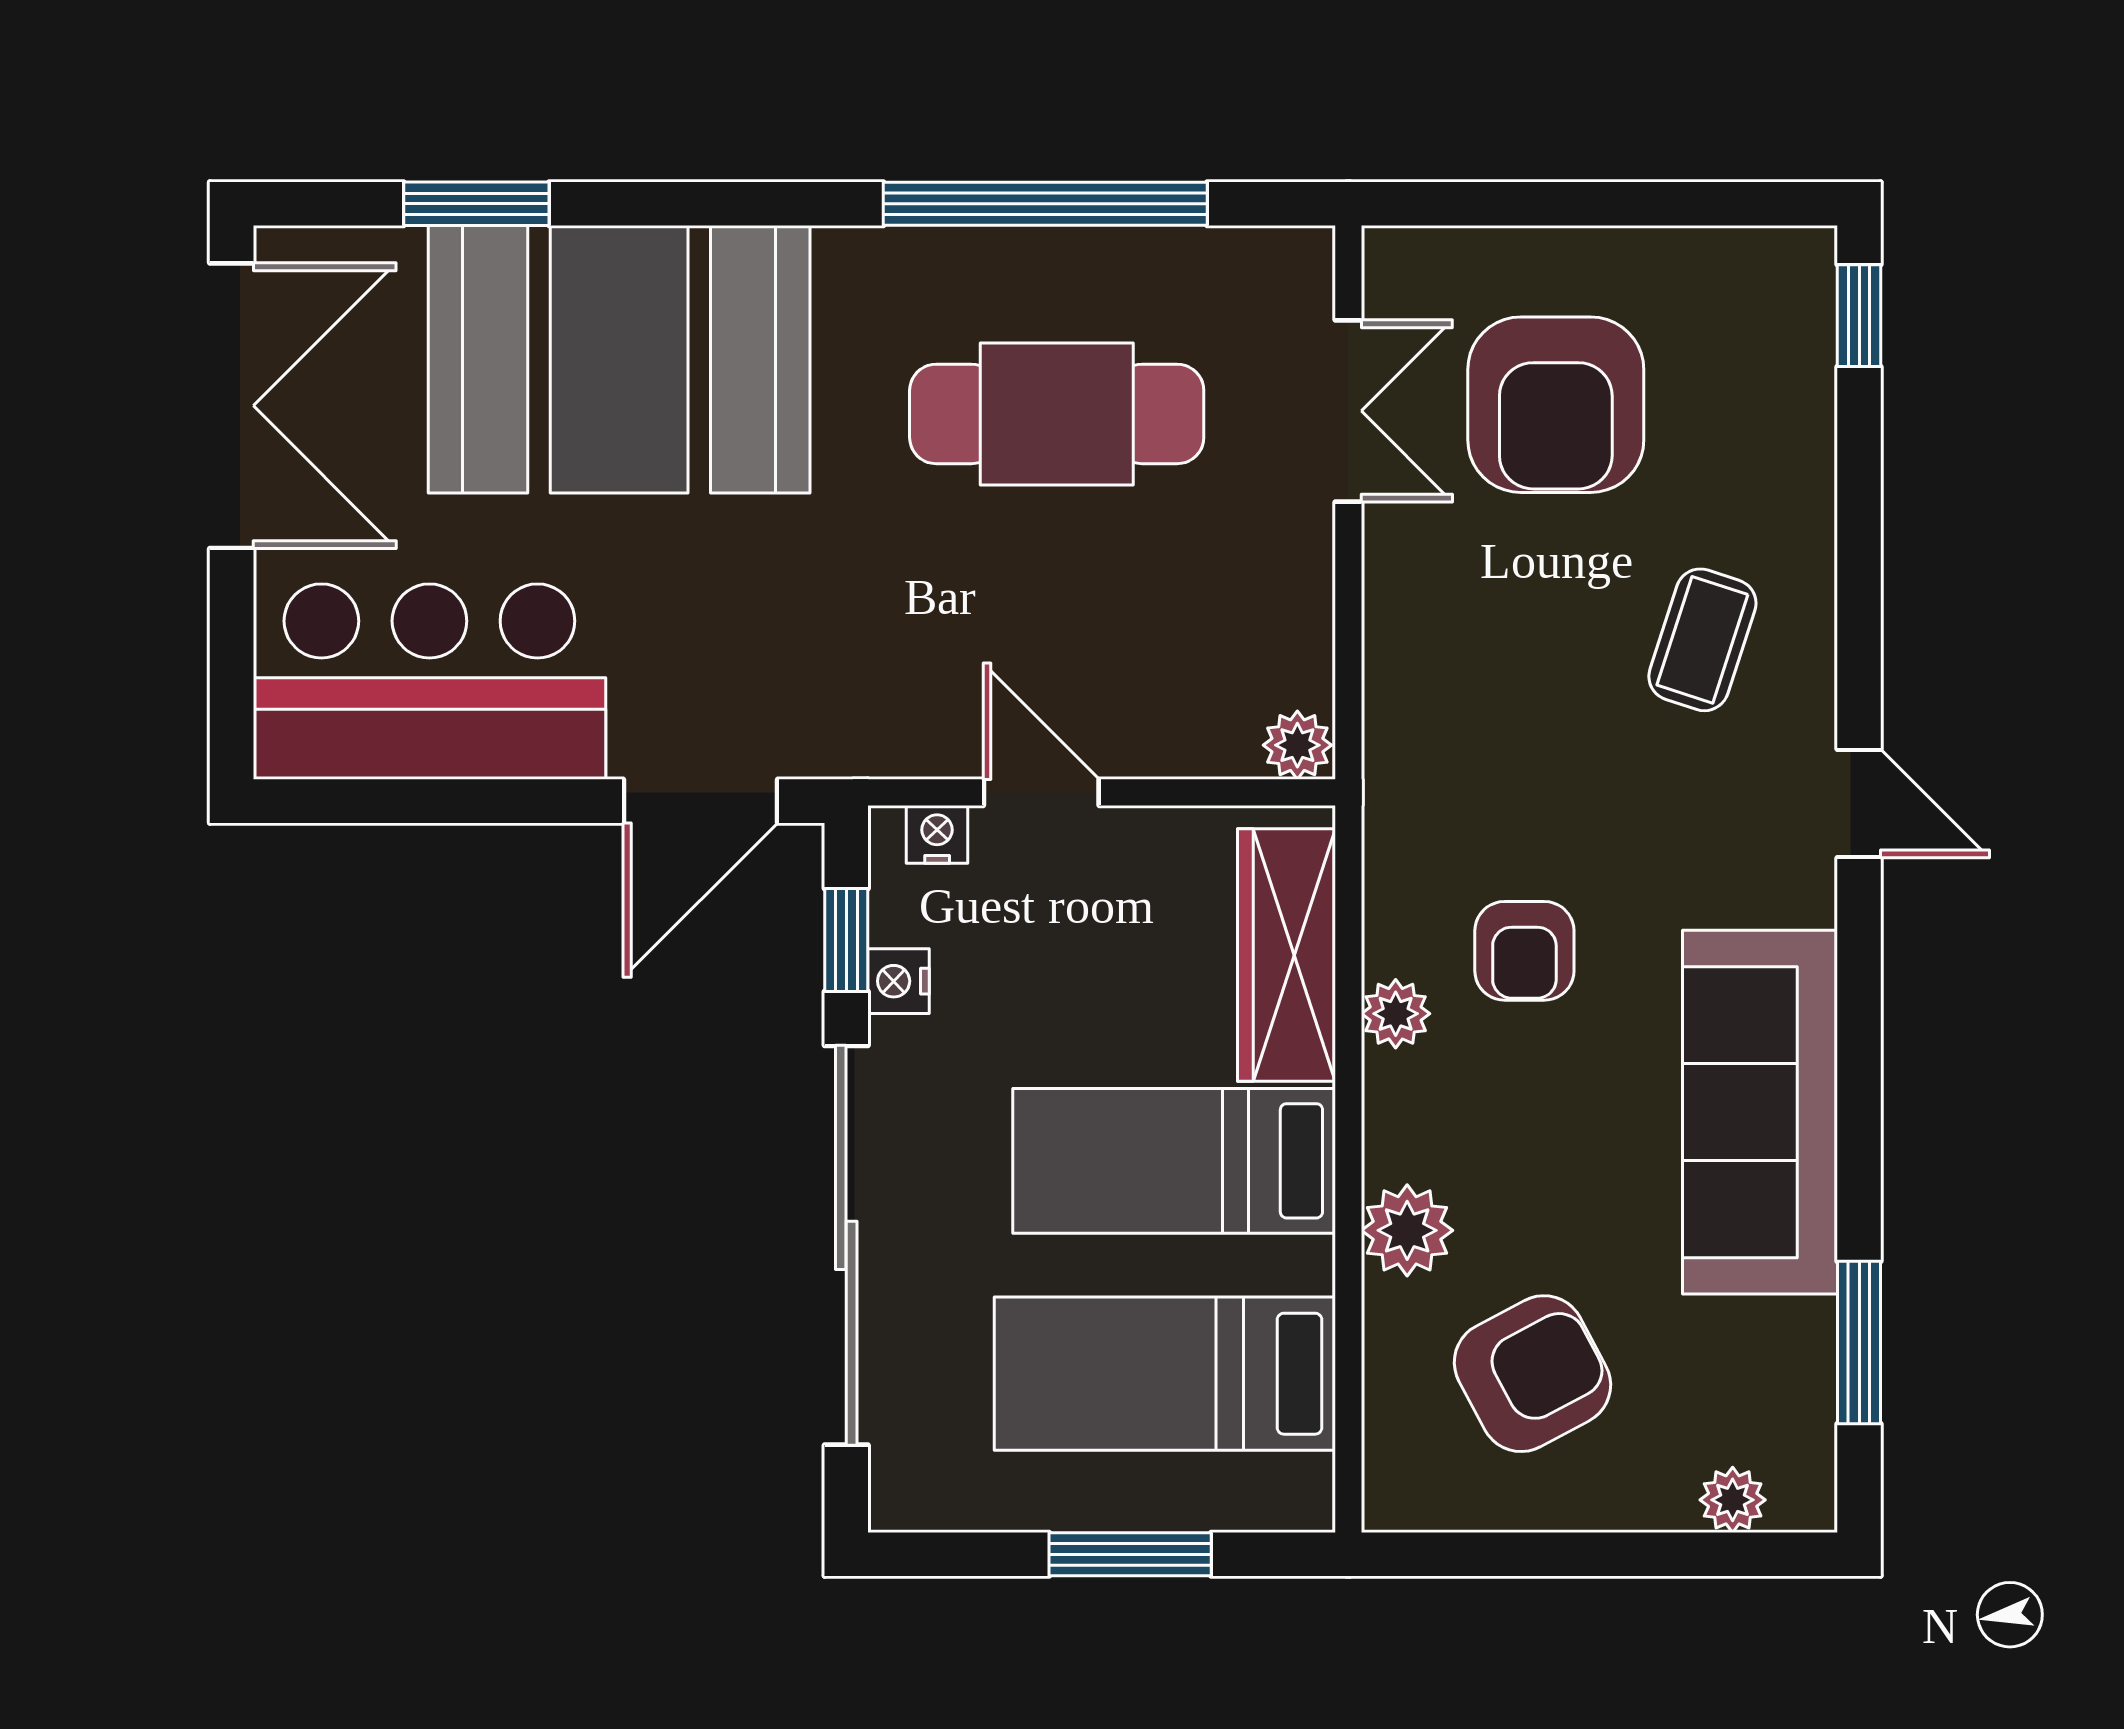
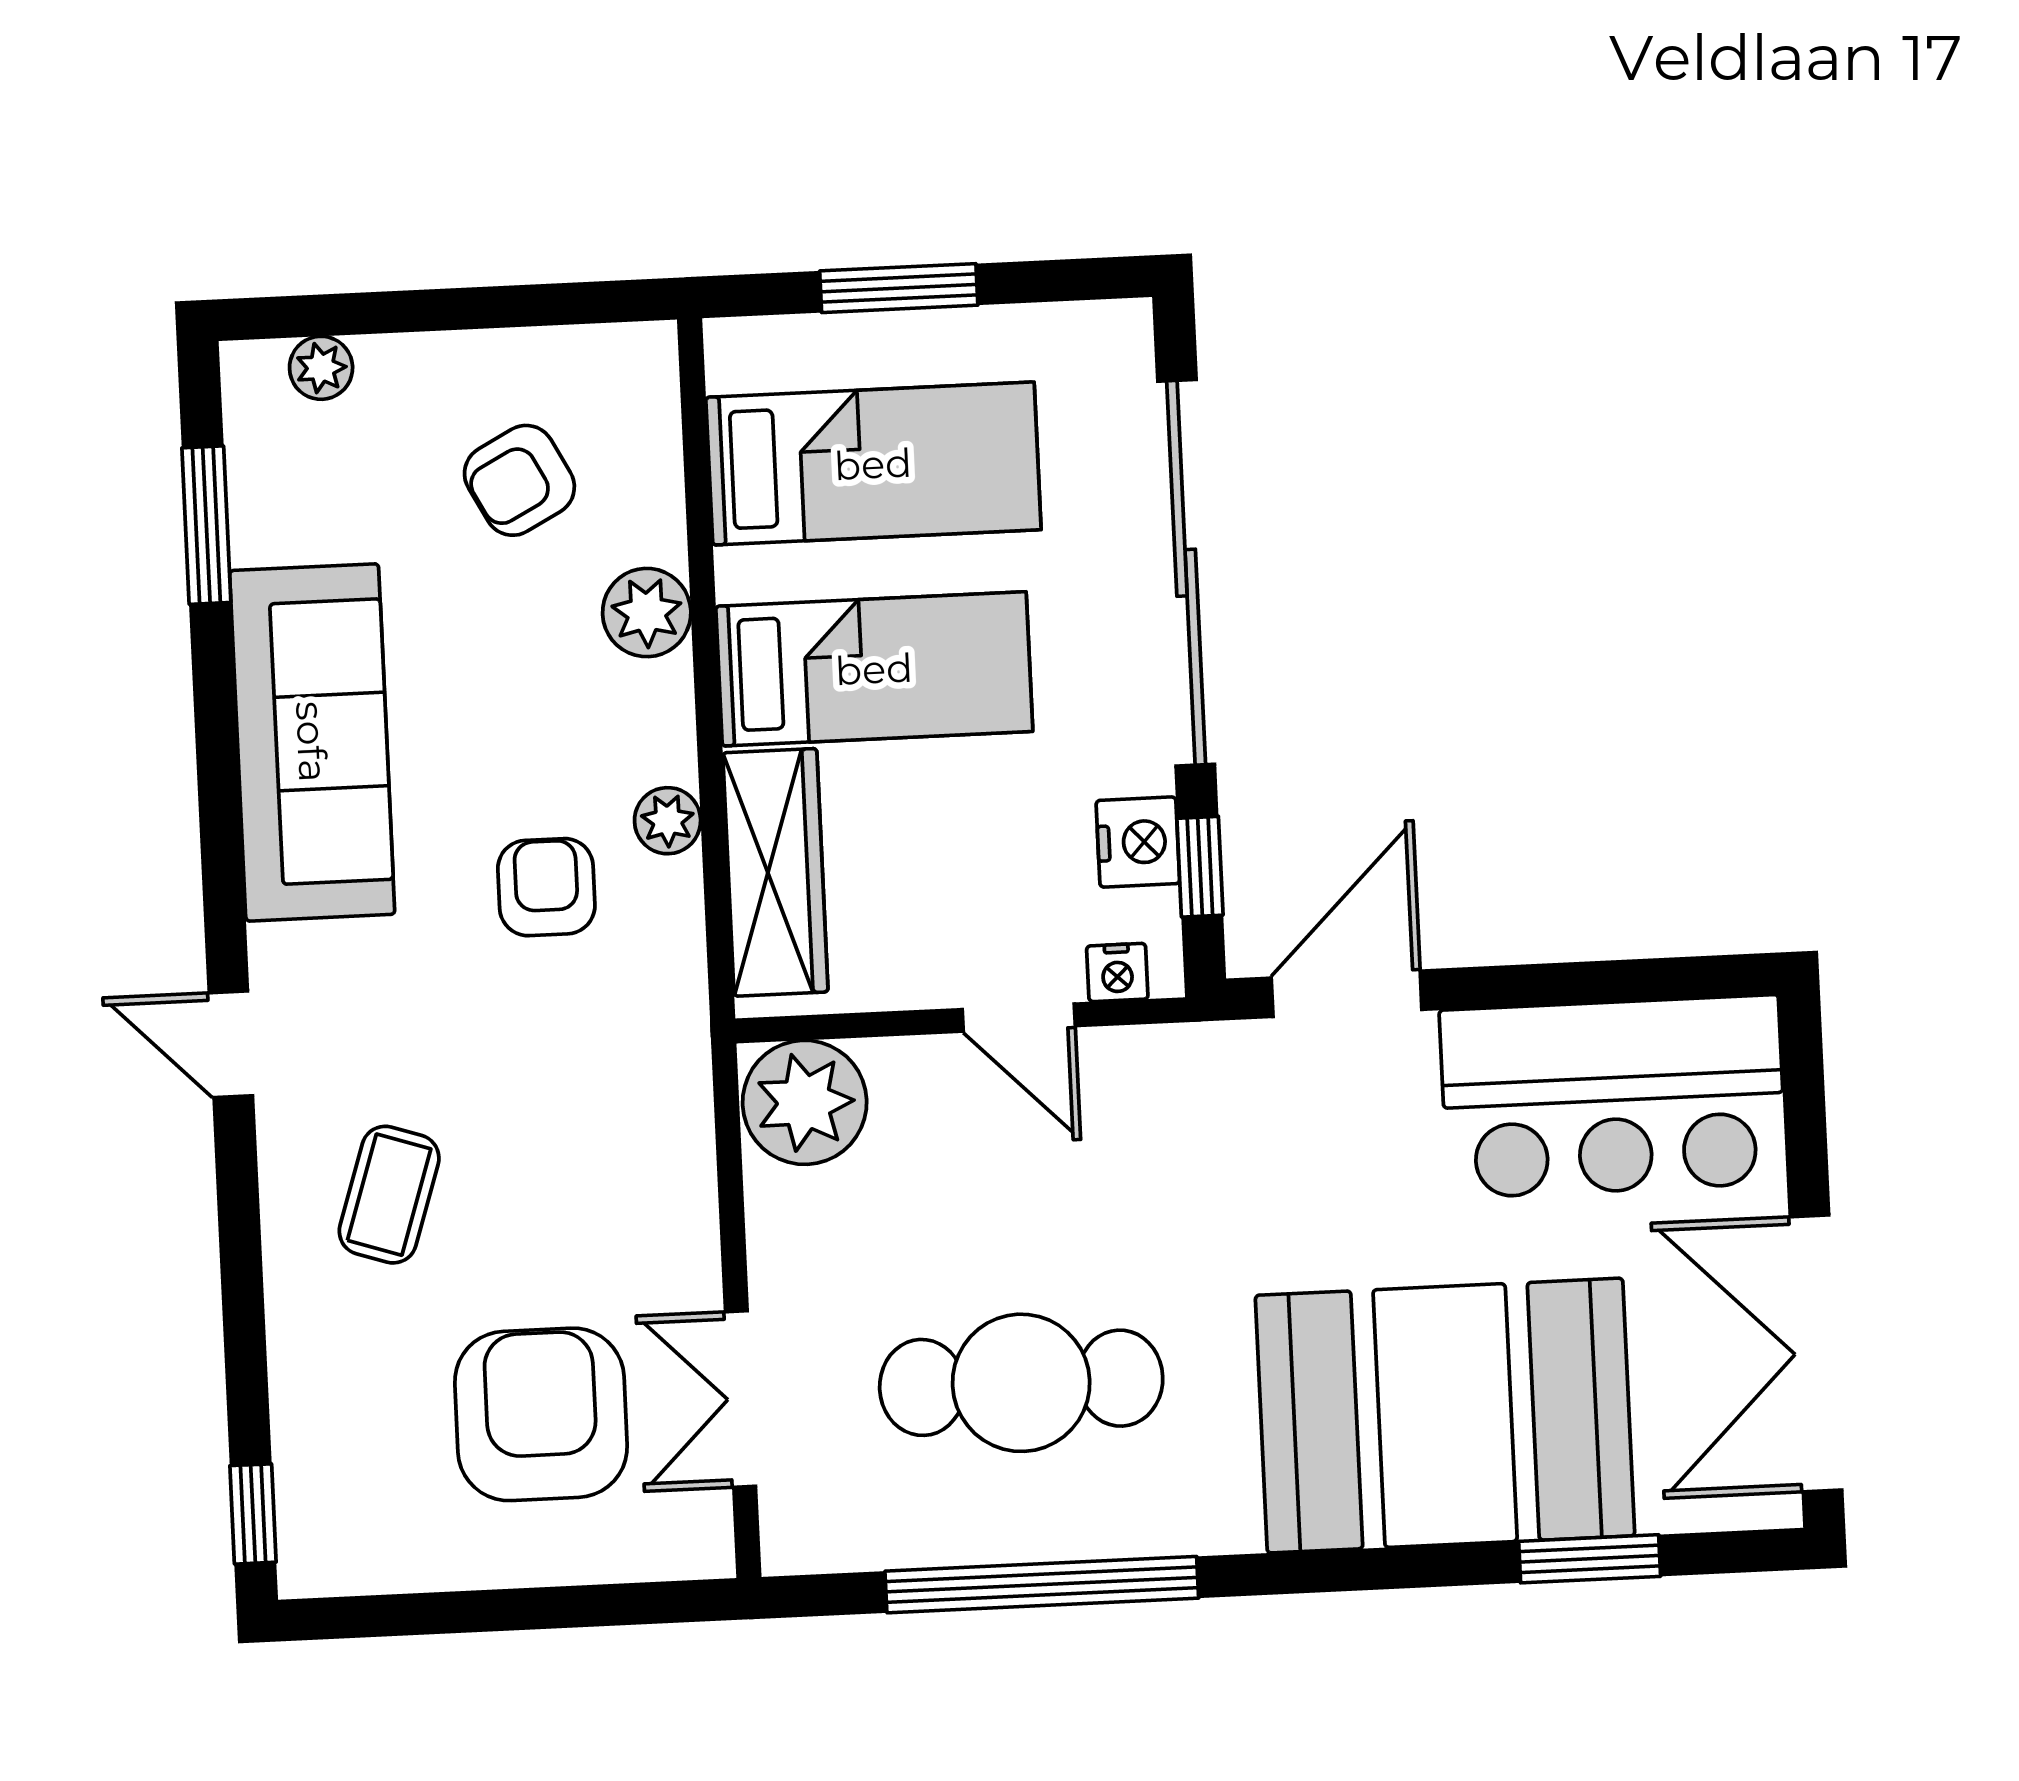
plant: (1297, 745) -> (805, 1102), width x1.87, depth x1.87
nightstand: (898, 981) -> (1138, 842), width x1.39, depth x1.35
armchair: (1532, 1374) -> (519, 480), width x0.72, depth x0.72

